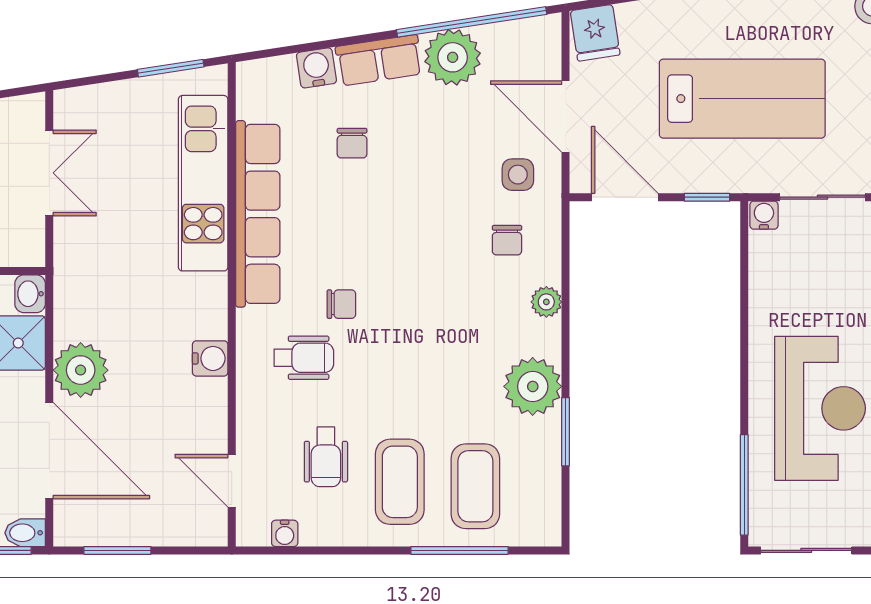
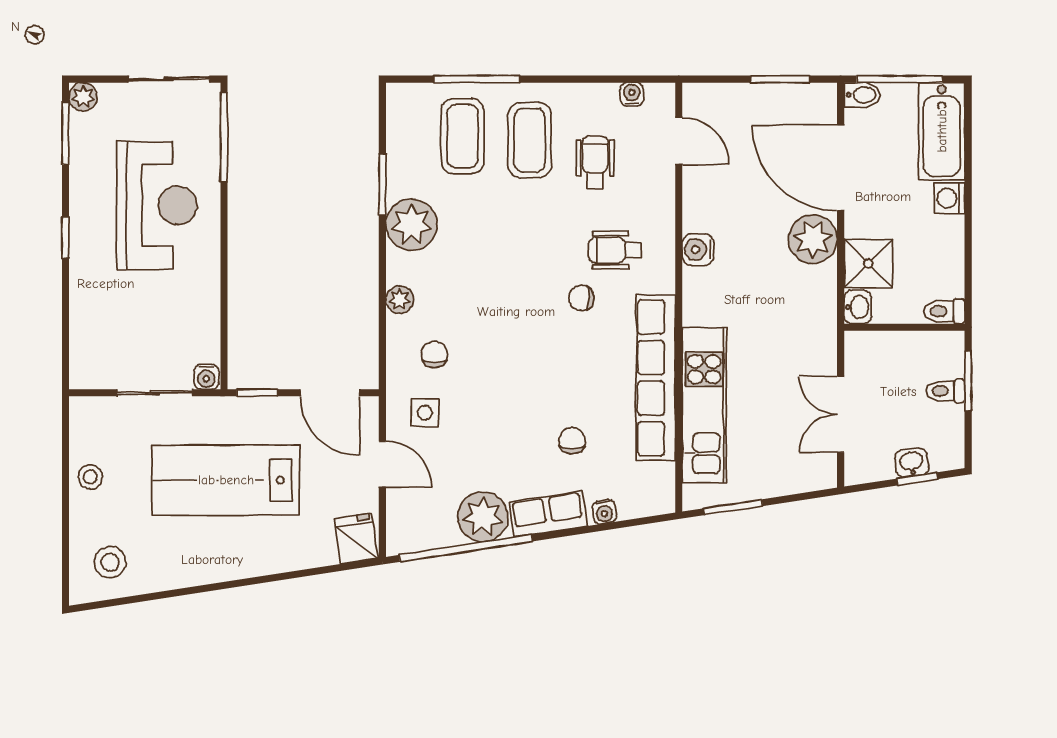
water cooler: (316, 68) -> (604, 512), width x0.72, depth x0.72
door: (566, 117) -> (382, 464), width x0.73
reception desk: (820, 408) -> (157, 205), turned 180

